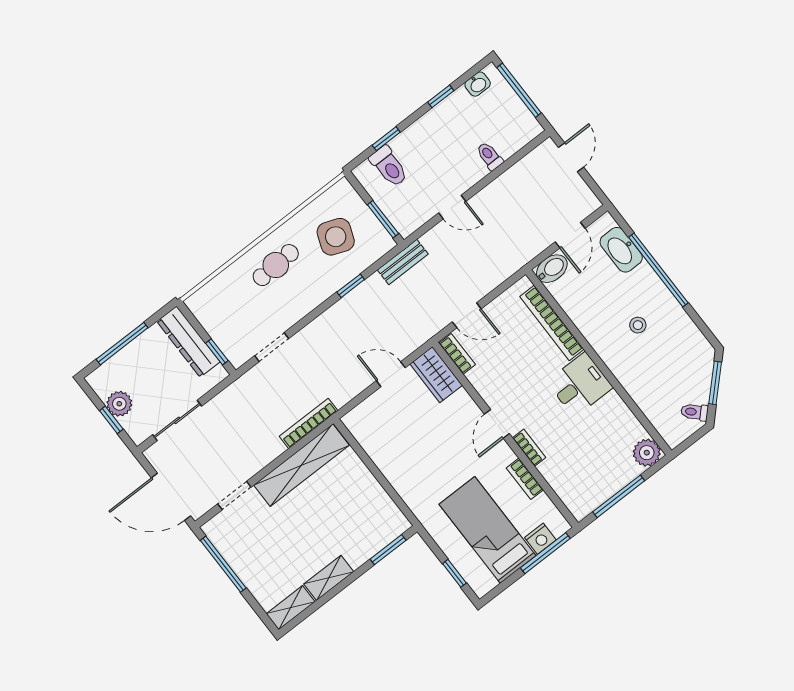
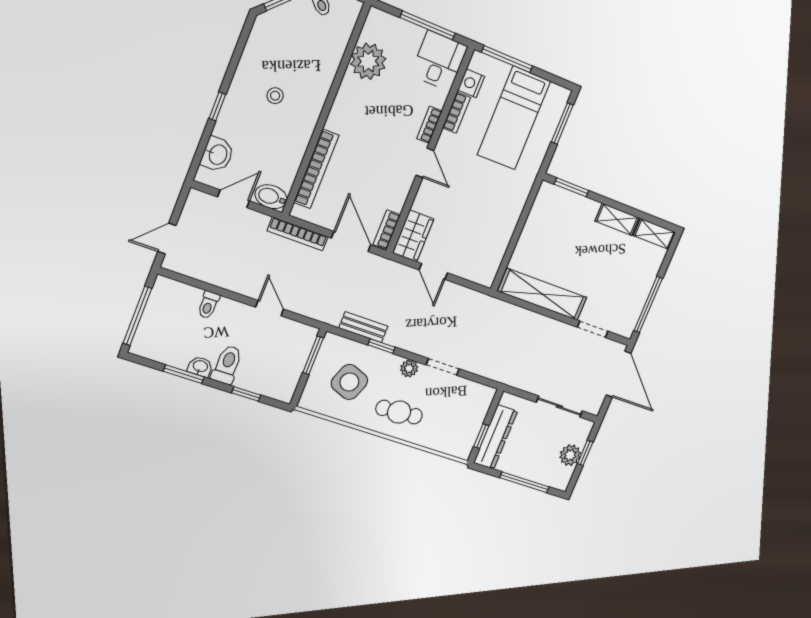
washbasin: (478, 84) -> (200, 367), moved
window: (441, 96) -> (184, 374), width x1.50
toilet: (389, 166) -> (227, 365), moved
washbasin: (621, 250) -> (217, 154), width x0.72
bench: (403, 262) -> (363, 327), moved
window: (658, 270) -> (217, 106), width x0.32
plant: (312, 299) -> (409, 368), added
door: (467, 315) -> (351, 242), width x1.38
doorway: (272, 347) -> (443, 367), moved
window: (217, 352) -> (481, 436), moved
desk: (580, 385) -> (439, 61), moved, turned 90
bookcase: (309, 423) -> (298, 234), moved
door: (497, 424) -> (425, 163), hinge flipped
plant: (647, 453) -> (368, 61), moved, width x1.36, depth x1.36
nightstand: (540, 539) -> (471, 83), moved, turned -90
window: (454, 573) -> (562, 123), width x1.50

